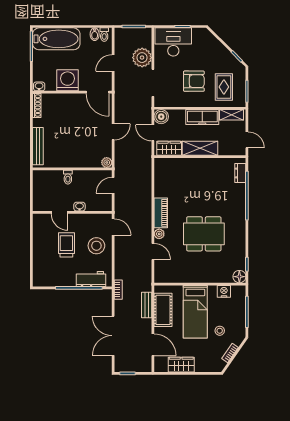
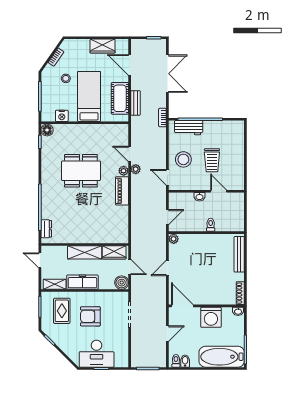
desk: (173, 42) -> (97, 354), moved
plant: (142, 58) -> (136, 169), moved, width x0.53, depth x0.53

